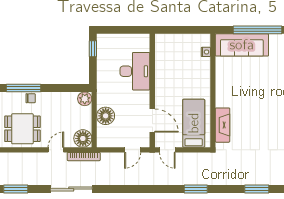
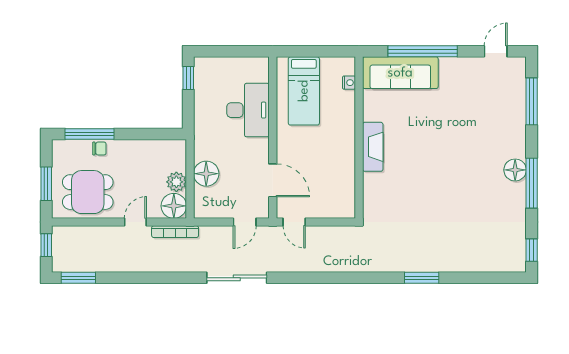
plant: (85, 99) -> (176, 182), moved
bed: (194, 123) -> (304, 91), moved, turned 180
fireplace: (222, 125) -> (373, 147), moved
sliding door: (71, 189) -> (237, 278), moved
window: (196, 189) -> (335, 278), removed

